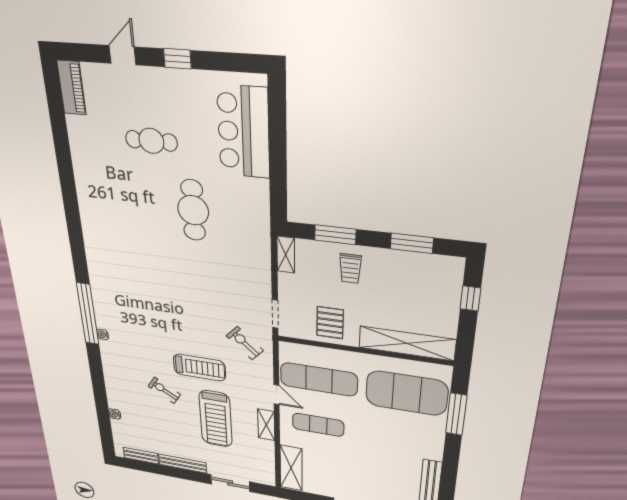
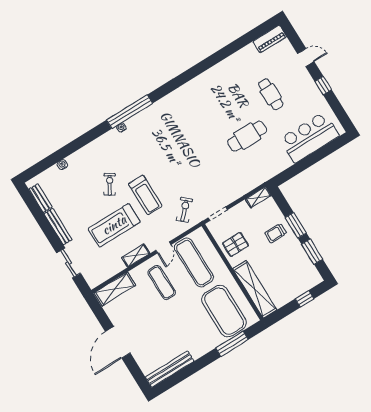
window: (335, 235) -> (296, 225), moved

